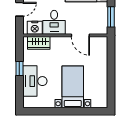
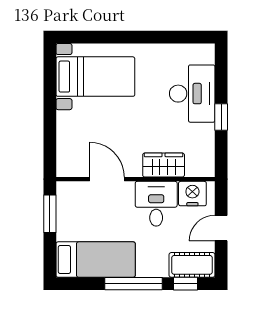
wardrobe: (39, 43) -> (164, 165), moved
bed with nightstands: (73, 87) -> (95, 77), moved, turned -90

